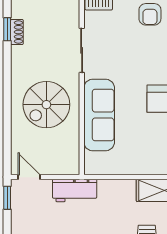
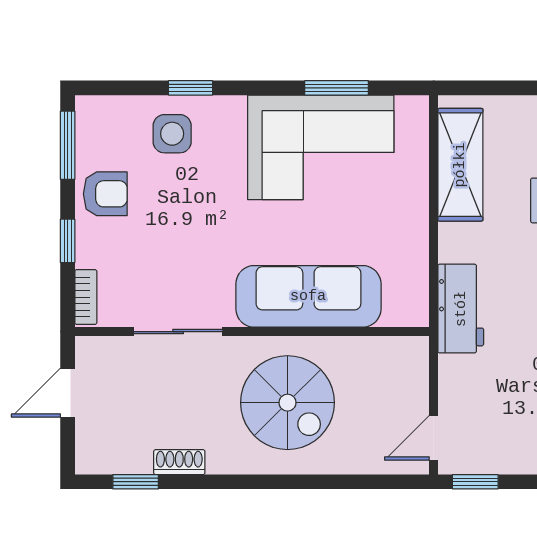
shoe rack: (17, 32) -> (179, 462), moved
workbench: (75, 191) -> (461, 309), moved

